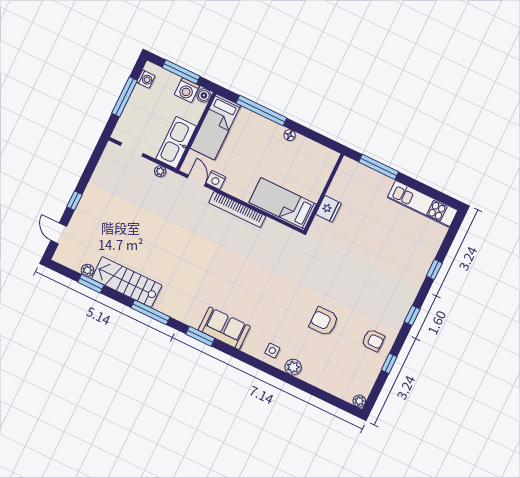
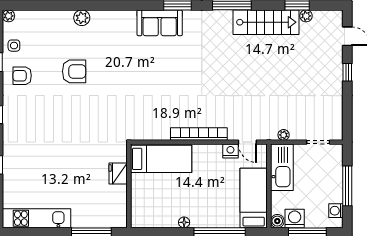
side table: (272, 351) -> (14, 46), moved

